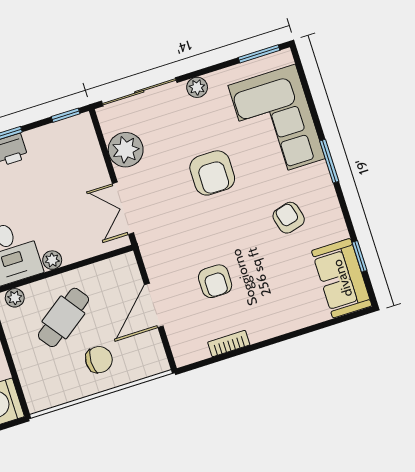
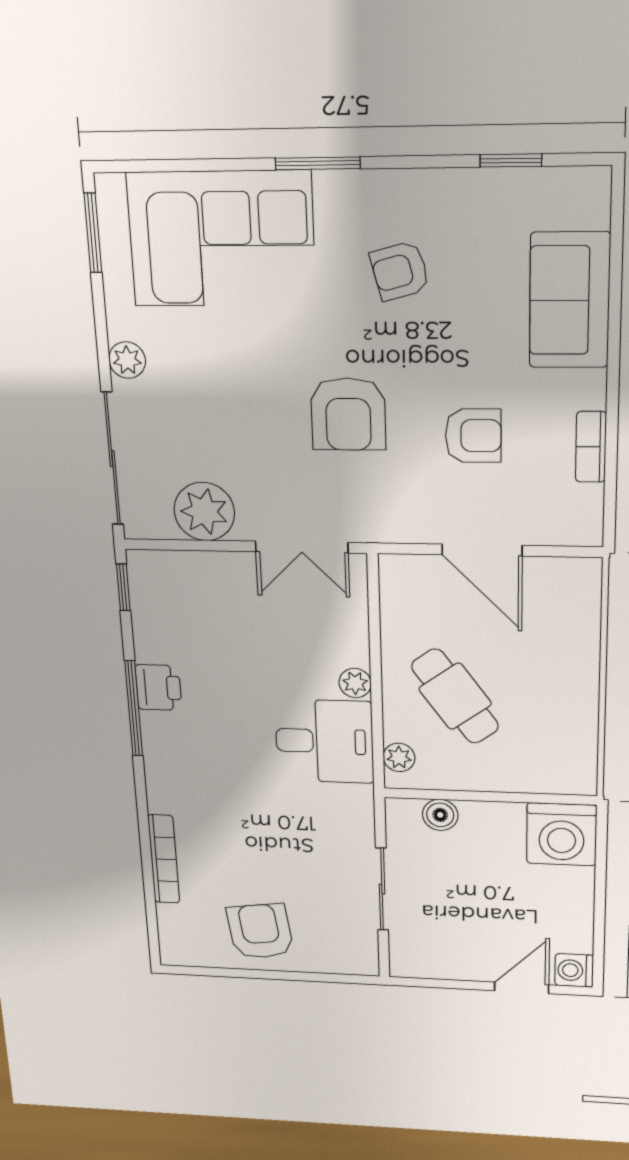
armchair: (212, 173) -> (348, 414), moved, turned 90
sofa: (342, 278) -> (570, 300), moved, turned 90
chair: (99, 360) -> (544, 665), removed

